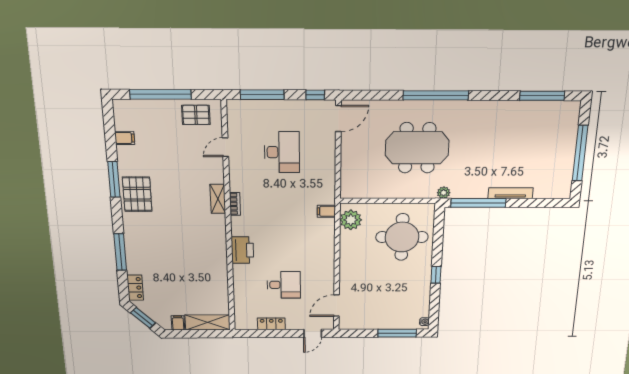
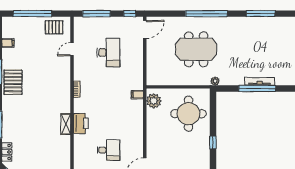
window: (542, 96) -> (261, 14), moved
shelving: (218, 199) -> (66, 124), moved
window: (478, 203) -> (257, 88), moved

